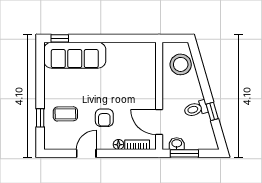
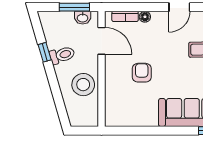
stool: (181, 64) -> (83, 85), moved
armchair: (104, 118) -> (142, 73), moved

